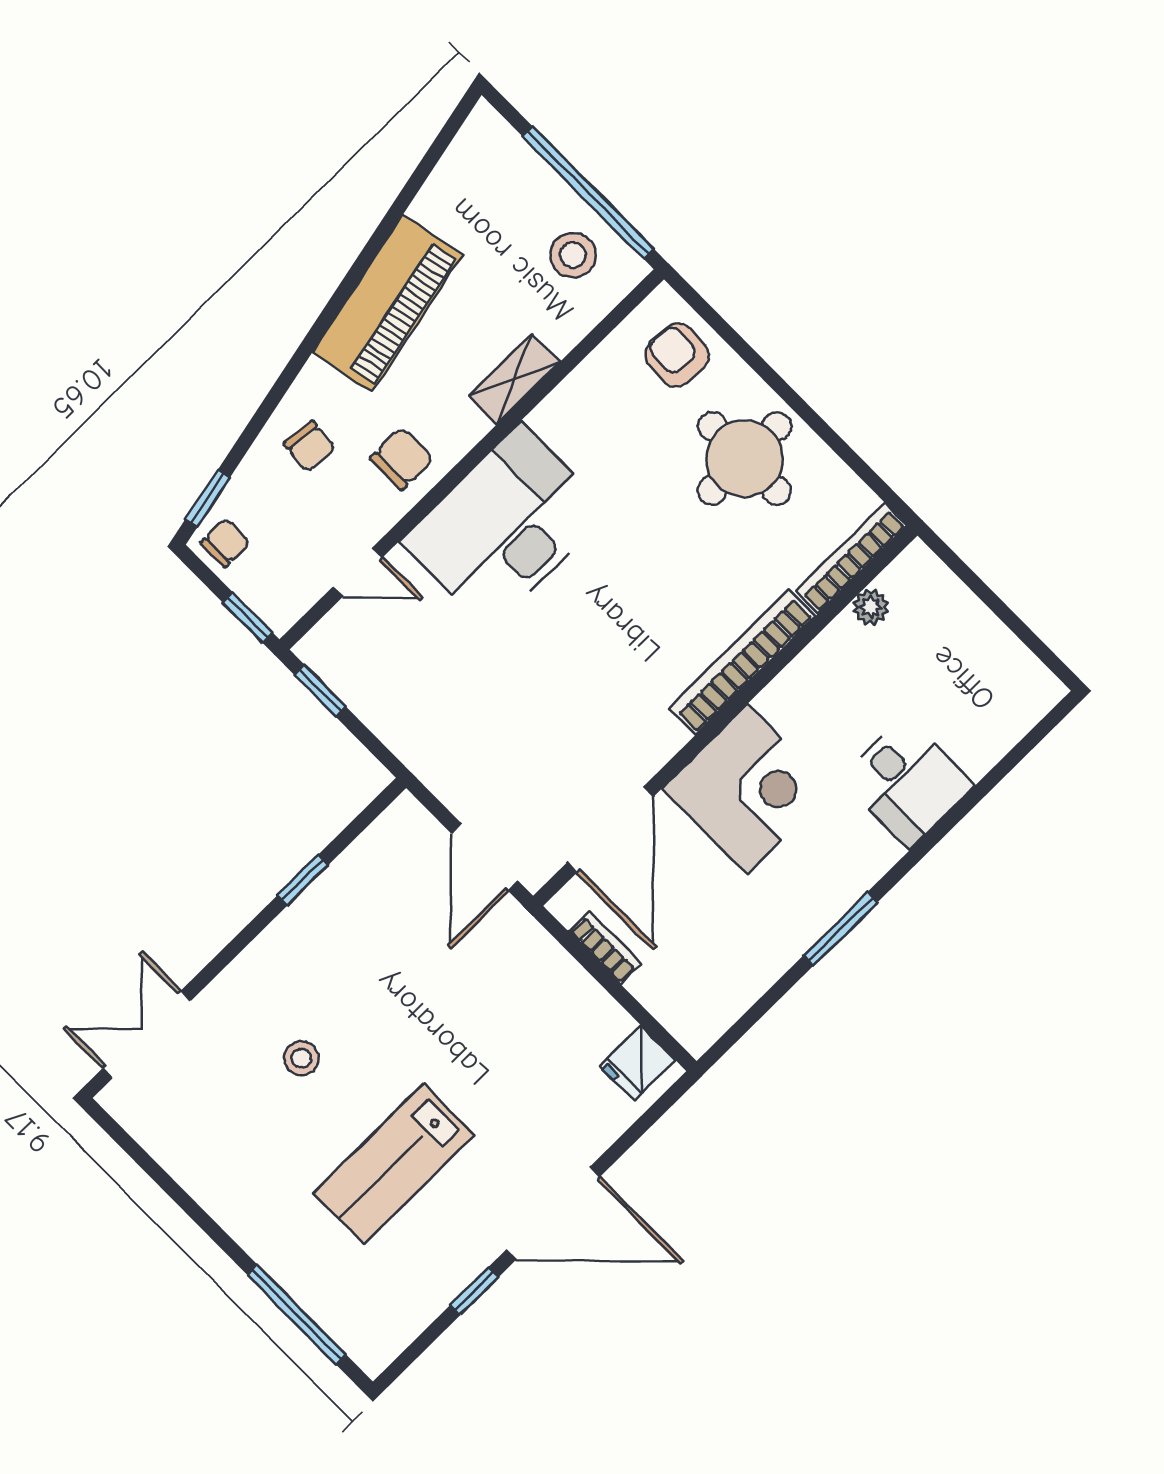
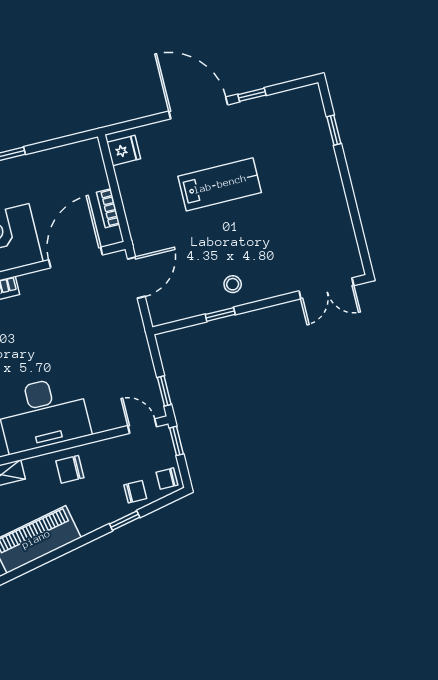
chair: (310, 446) -> (135, 492), moved, turned 84
window: (208, 498) -> (125, 521), moved
door: (358, 572) -> (142, 426), moved
stool: (301, 1058) -> (233, 284), moved
lab bench: (394, 1164) -> (220, 184), moved
window: (297, 1315) -> (334, 130), width x0.46

